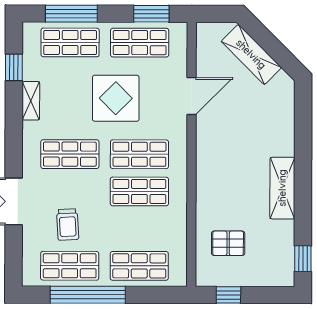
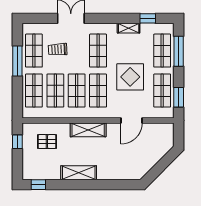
shelving: (251, 54) -> (88, 130), moved, turned 45
door: (192, 96) -> (132, 120), hinge flipped
shop shelf: (139, 229) -> (55, 91), added
pallet: (228, 243) -> (47, 142), turned 90
window: (88, 295) -> (17, 61), width x0.68

